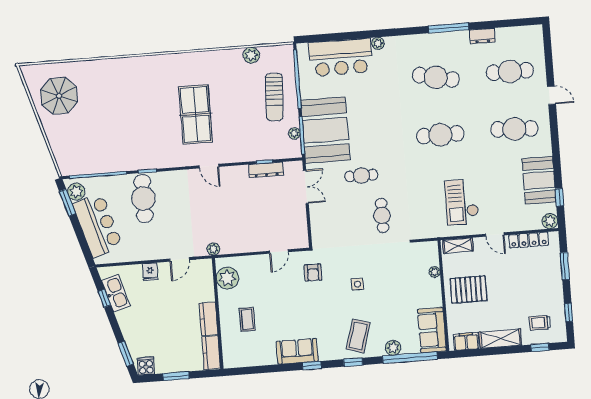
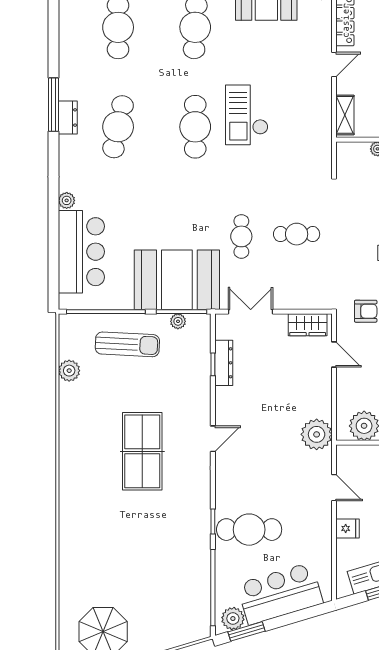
dresser: (482, 36) -> (68, 117), moved
table tennis table: (196, 114) -> (142, 451), turned 90
checkout: (462, 202) -> (247, 115), moved, turned 90
cafe table: (382, 215) -> (297, 234), moved
wardrobe: (299, 230) -> (308, 325), added
plant: (213, 249) -> (317, 434), width x1.88, depth x1.88

